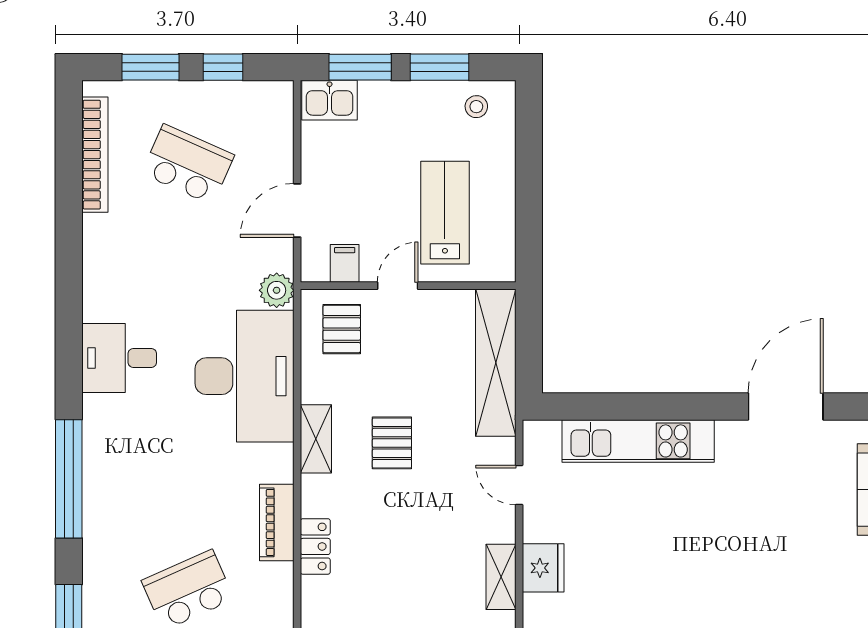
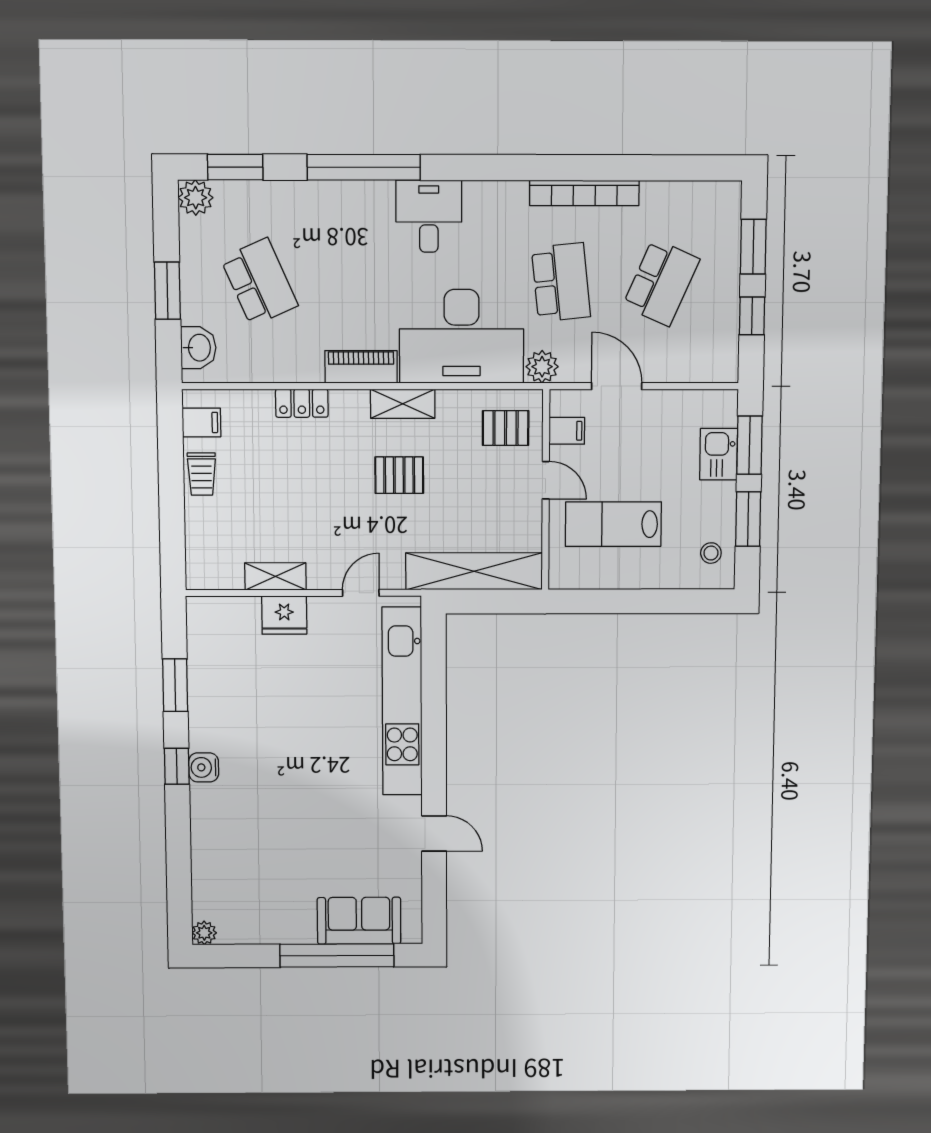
kitchen sink: (330, 100) -> (719, 454), moved
bookcase: (95, 155) -> (584, 193), moved
lab bench: (445, 213) -> (613, 524), turned 180
school desk: (188, 271) -> (561, 282), added
desk: (119, 358) -> (429, 216), moved
door: (786, 406) -> (434, 834), width x0.53
kitchen unit: (638, 441) -> (402, 701), width x1.36
piano: (277, 522) -> (361, 367), moved

